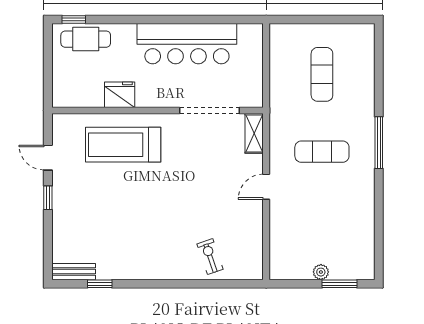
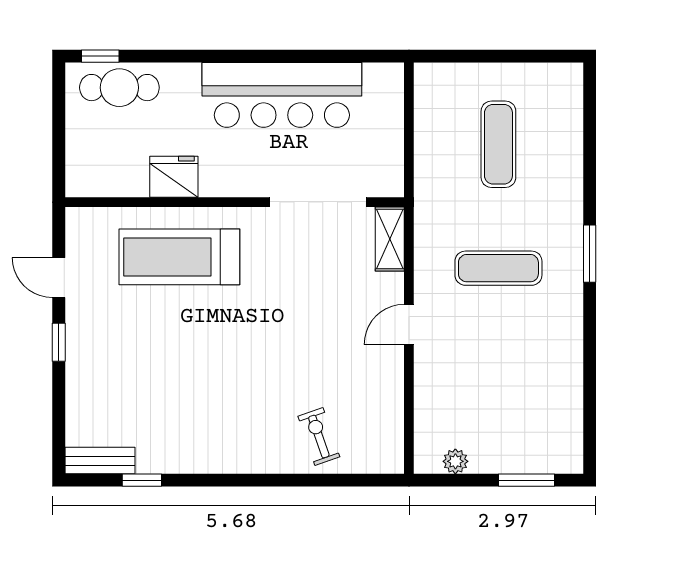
window: (379, 143) -> (590, 254), width x0.69
plant: (321, 272) -> (455, 461), moved

